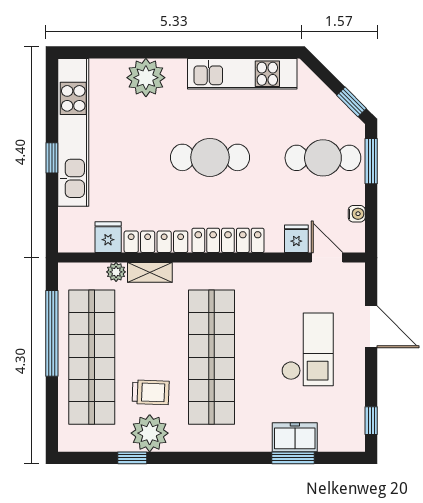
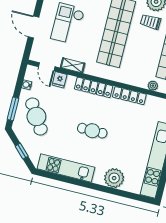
window: (352, 102) -> (22, 151), moved
cafe table: (210, 157) -> (92, 131), width x0.73, depth x0.74
cafe table: (323, 158) -> (36, 117), turned 58
fridge: (108, 237) -> (153, 104), removed
shelving: (150, 272) -> (73, 65), moved

